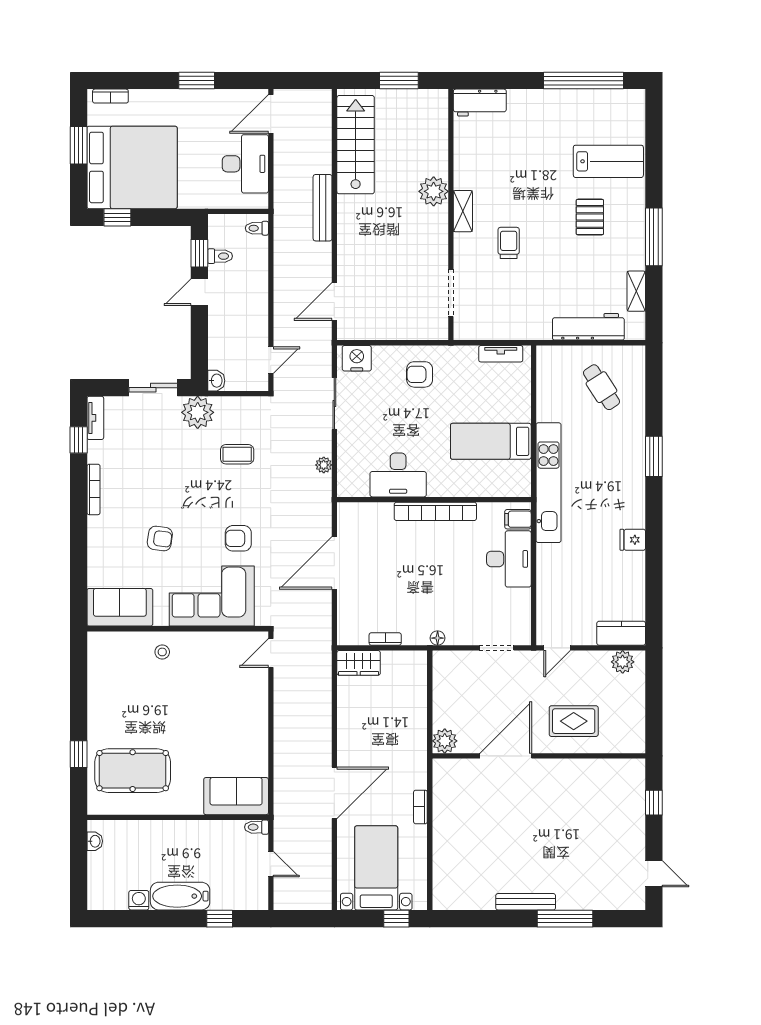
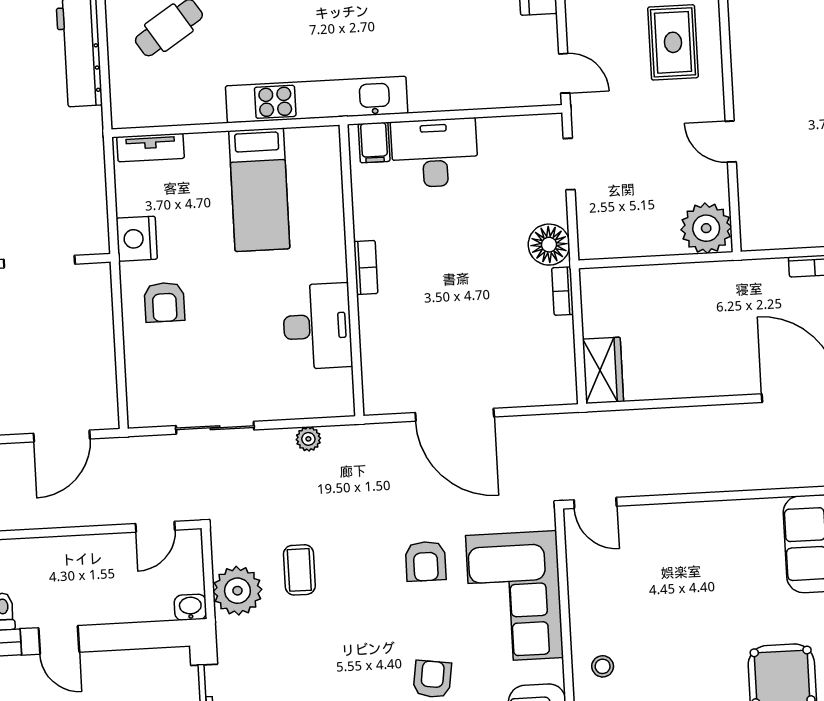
door: (334, 301) -> (62, 436), hinge flipped
tv unit: (501, 354) -> (151, 148), moved, turned 90
nightstand: (357, 358) -> (137, 239), moved
door: (271, 360) -> (155, 527), swing flipped
plant: (198, 412) -> (237, 591), moved
bookcase: (435, 511) -> (366, 267), width x0.43, depth x0.76
floor lamp: (438, 638) -> (549, 245), width x1.89, depth x1.89
bookcase: (385, 639) -> (563, 291), moved
plant: (445, 741) -> (706, 228), width x1.36, depth x1.36
door: (506, 756) -> (731, 142), width x0.53

